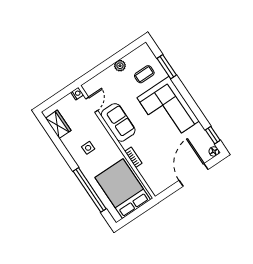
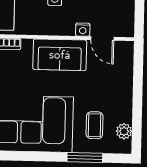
plant: (120, 66) -> (124, 131), moved
nightstand: (77, 94) -> (83, 30), moved

